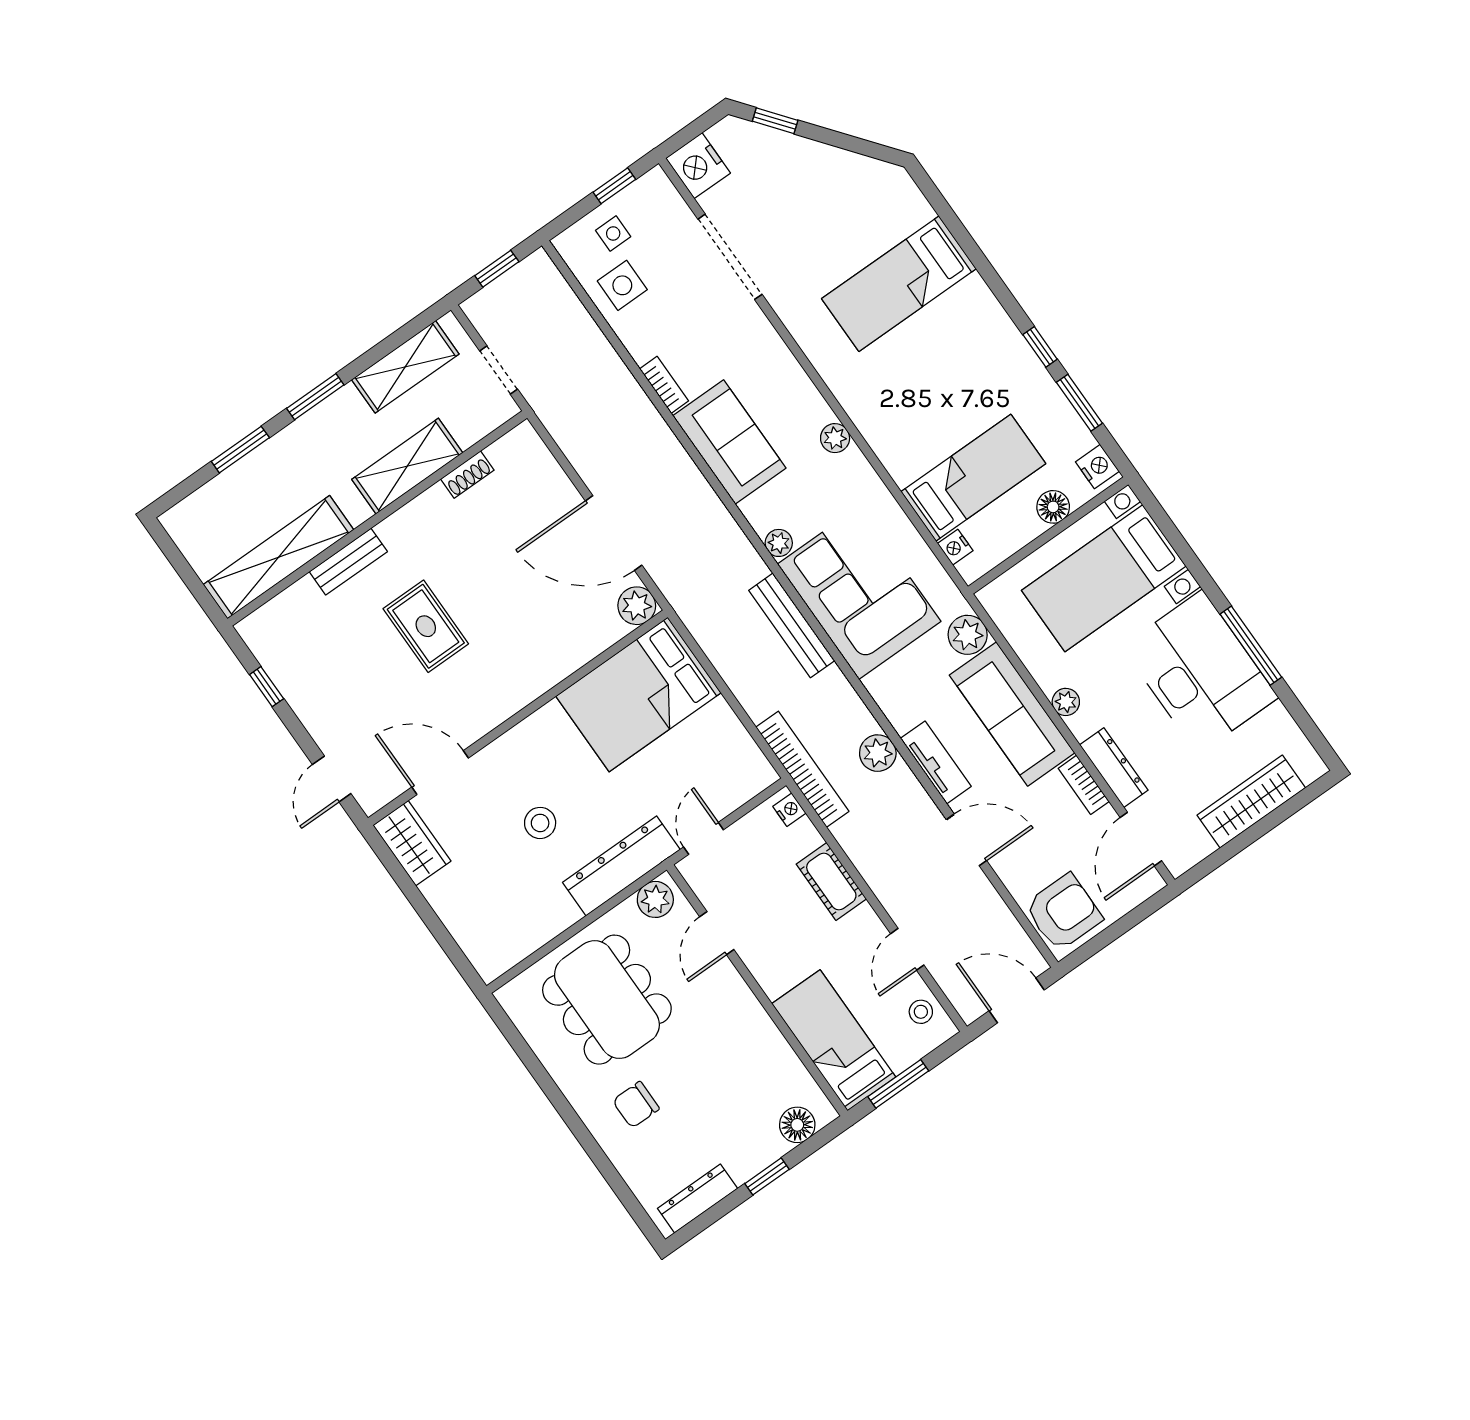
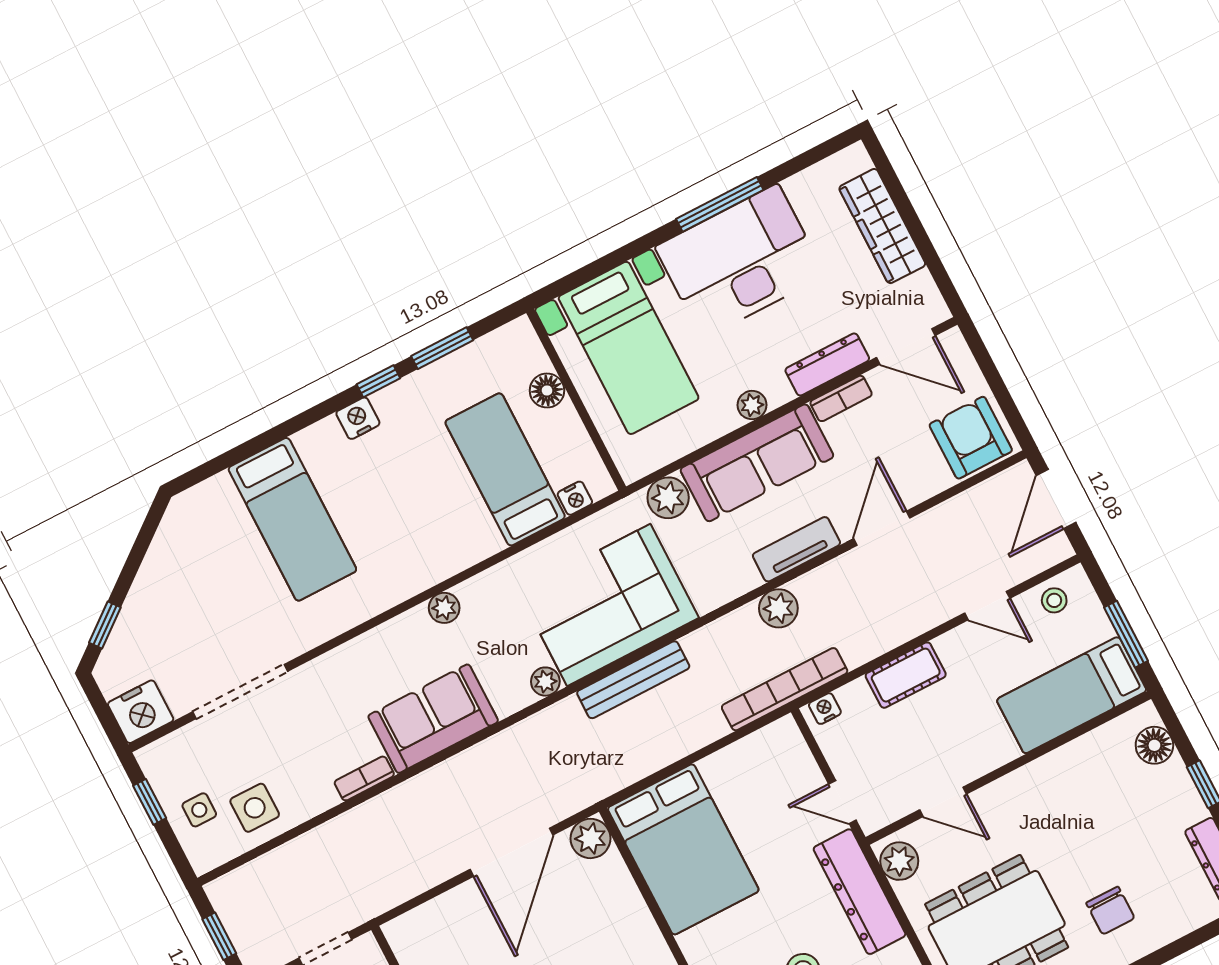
nightstand: (1097, 467) -> (358, 418), moved

